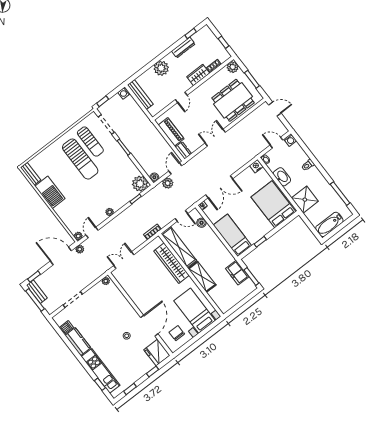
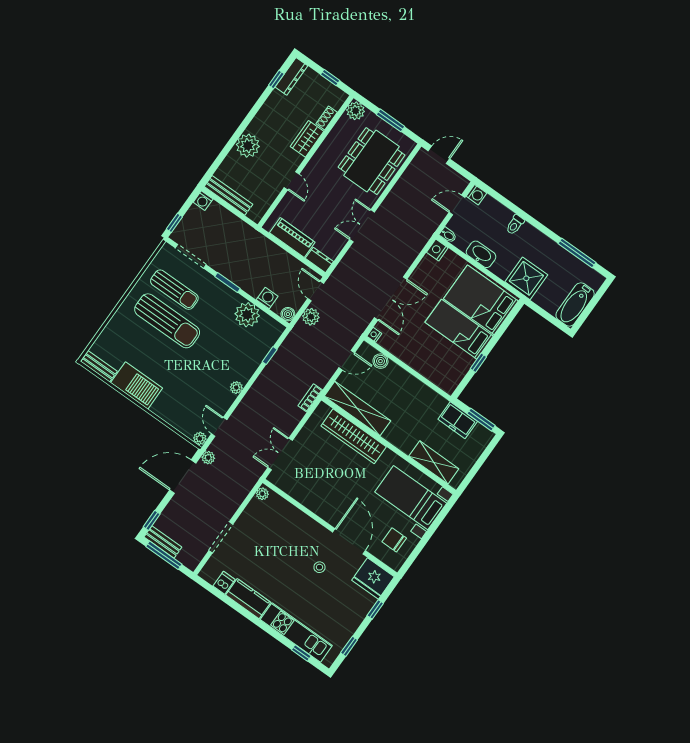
dresser: (183, 47) -> (291, 76), moved
washing machine: (145, 164) -> (267, 298), added
plant: (140, 184) -> (247, 315), moved
bed: (232, 235) -> (459, 329), moved
shelving: (202, 277) -> (434, 462), moved

